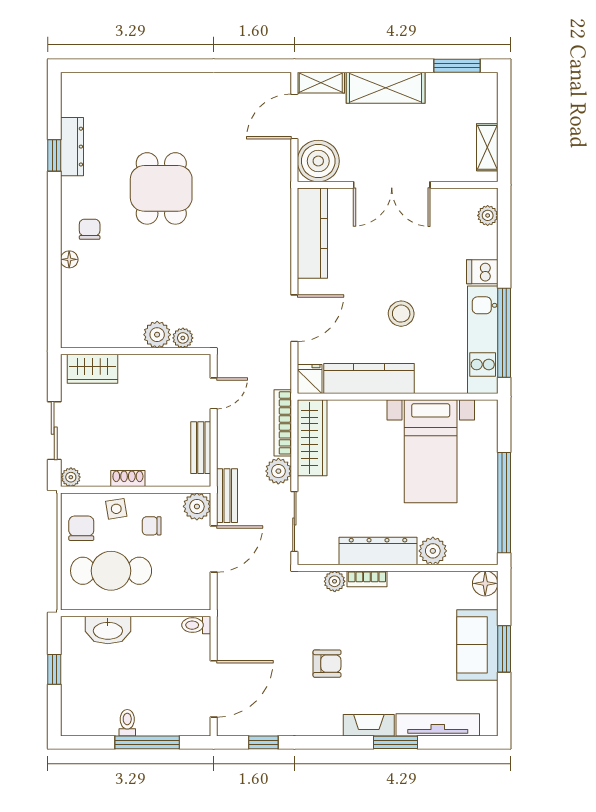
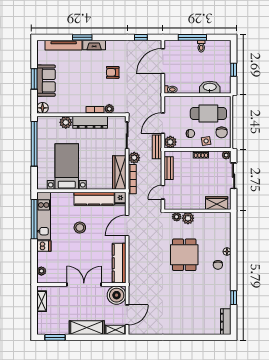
dresser: (72, 147) -> (226, 322), moved
dining table: (161, 188) -> (184, 255), moved

